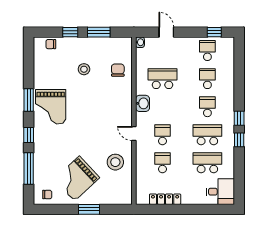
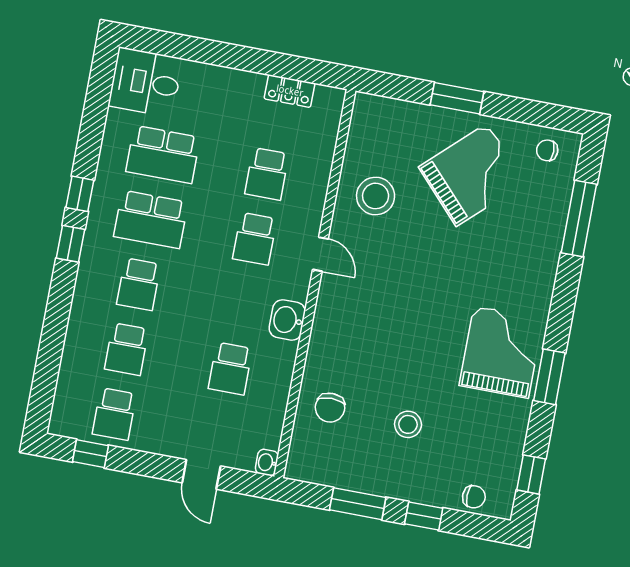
school desk: (162, 79) -> (230, 369), width x0.54
window: (29, 135) -> (531, 474), moved
locker: (165, 199) -> (290, 91), width x0.66

